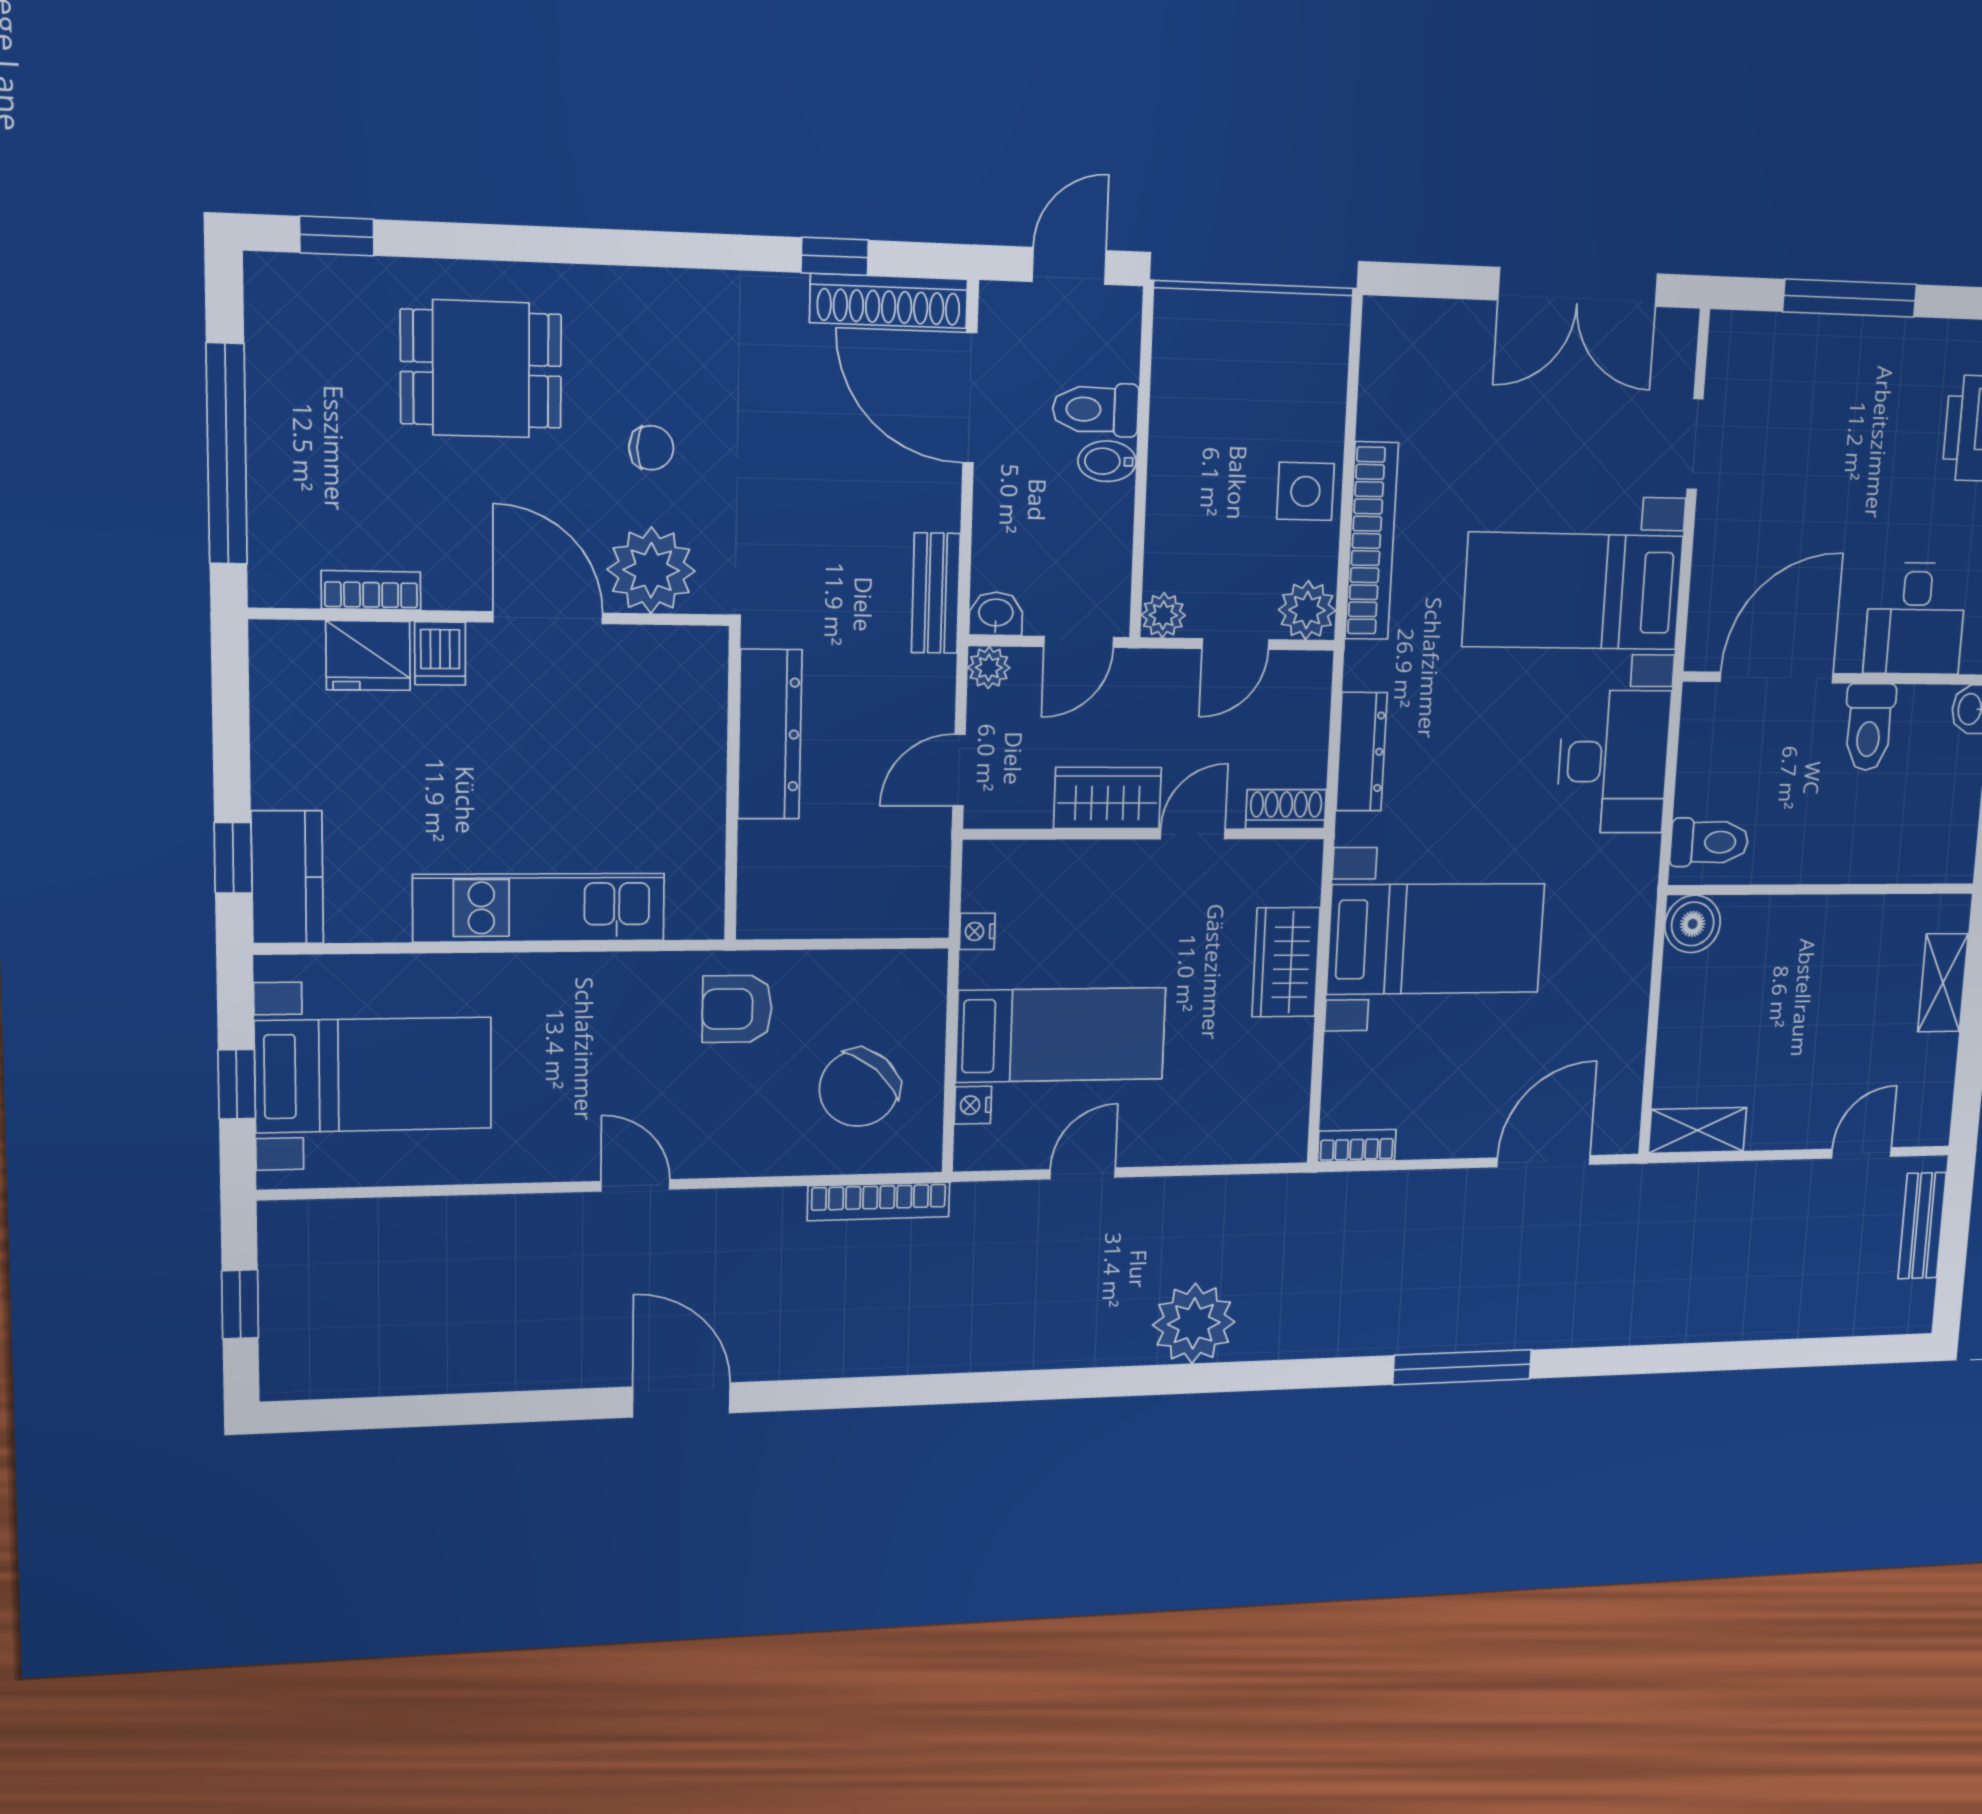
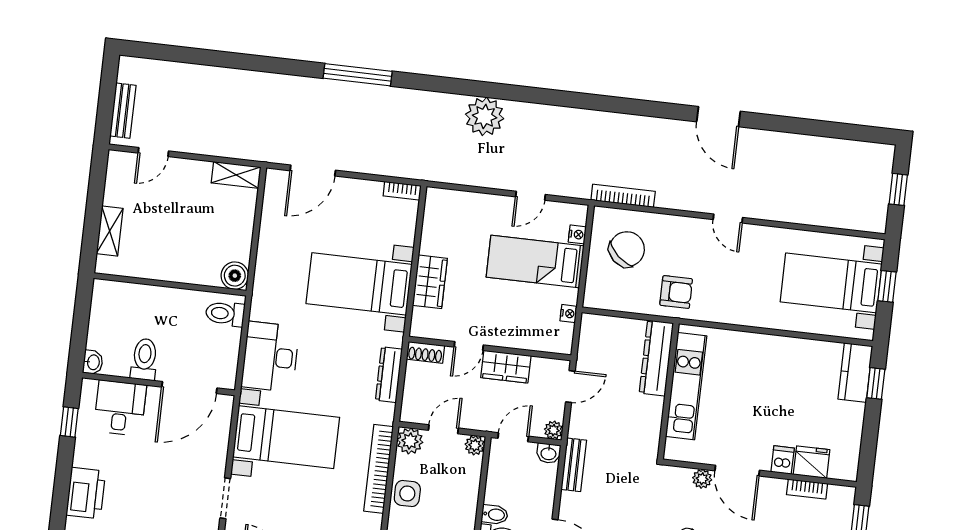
plant: (651, 570) -> (702, 479), width x0.53, depth x0.53
dresser: (770, 734) -> (656, 358), moved
kitchen unit: (539, 908) -> (686, 386), moved, turned -90

